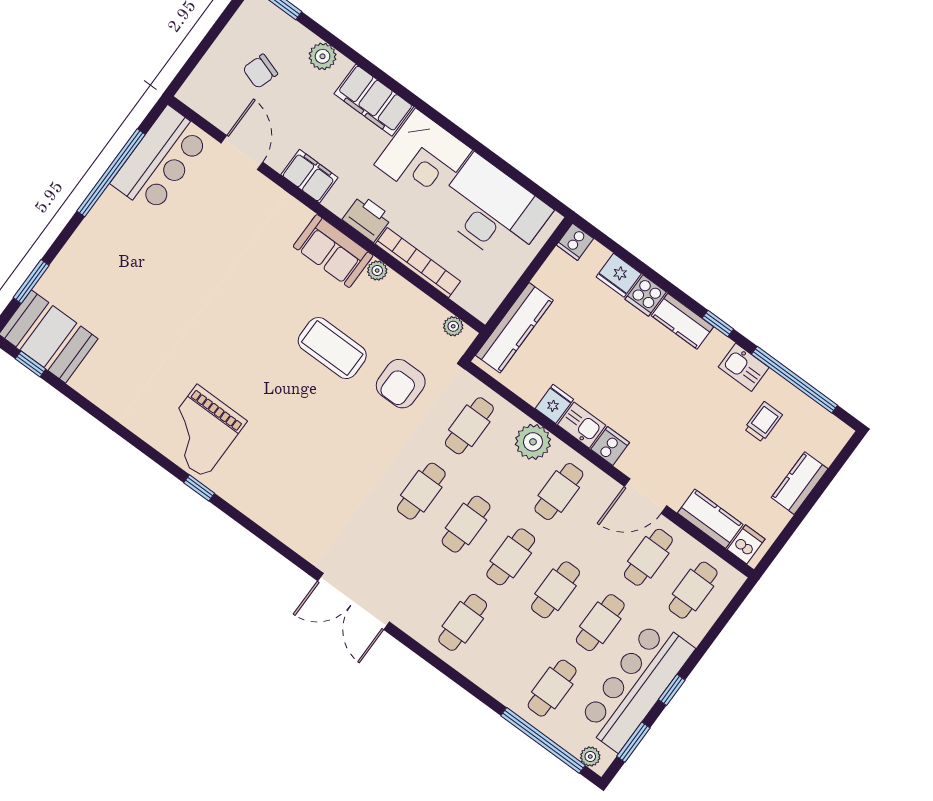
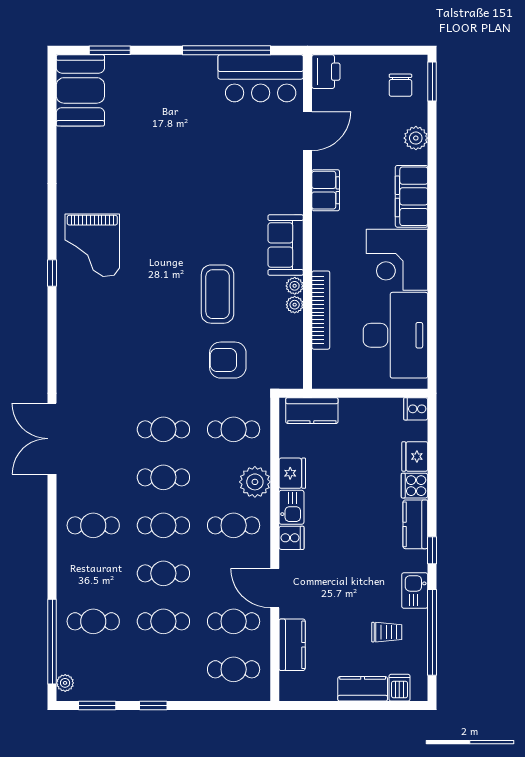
chair: (260, 71) -> (400, 85), moved, turned -108
printer: (367, 218) -> (326, 72), moved
plant: (453, 326) -> (295, 305), moved
kitchen counter: (514, 328) -> (312, 411), width x0.67
window: (30, 364) -> (52, 92), removed
fridge: (554, 404) -> (292, 473), width x1.38
grand piano: (201, 431) -> (92, 245), turned -90
dishwasher: (746, 544) -> (399, 688), moved, turned -90
bar counter: (636, 685) -> (138, 678), removed

